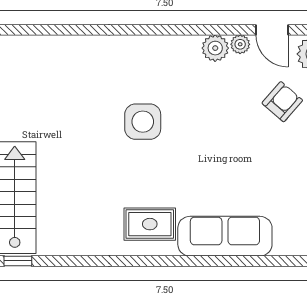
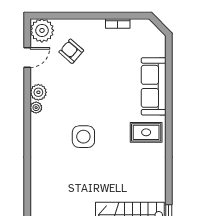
plant: (240, 44) -> (36, 108), moved
rug: (150, 224) -> (146, 132), turned 90

